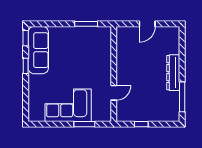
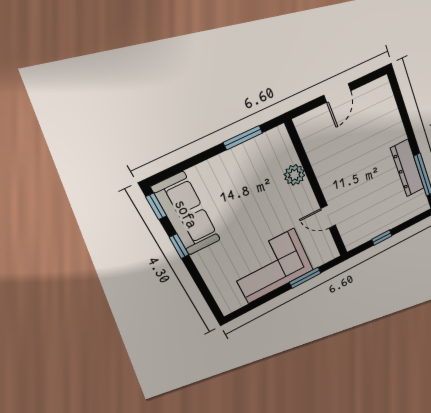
plant: (105, 58) -> (294, 175), added
dresser: (173, 73) -> (407, 168), moved
door: (114, 93) -> (328, 217), swing flipped

